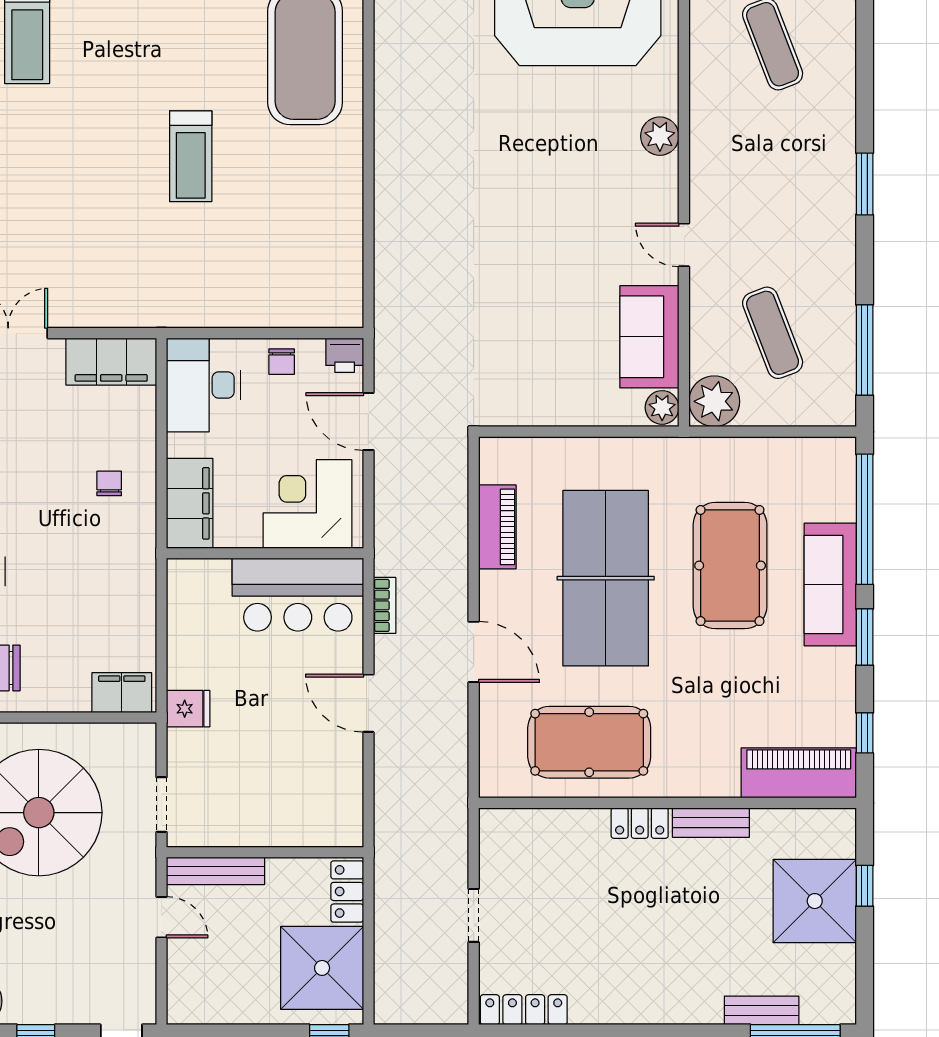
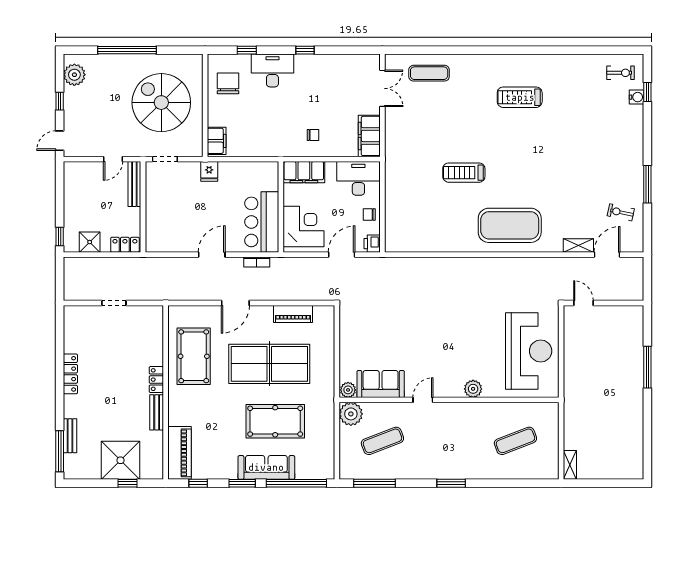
shower: (322, 968) -> (90, 242), width x0.54, depth x0.54
locker: (524, 1010) -> (70, 374), moved

